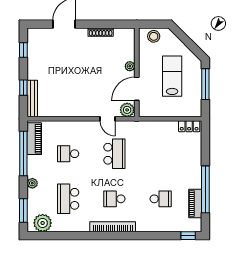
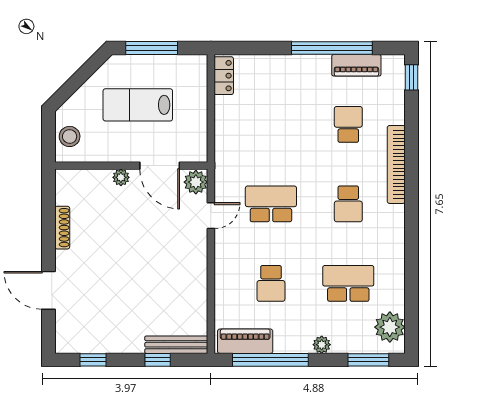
school desk: (68, 199) -> (348, 283), turned 180
bookcase: (113, 227) -> (396, 164), moved

